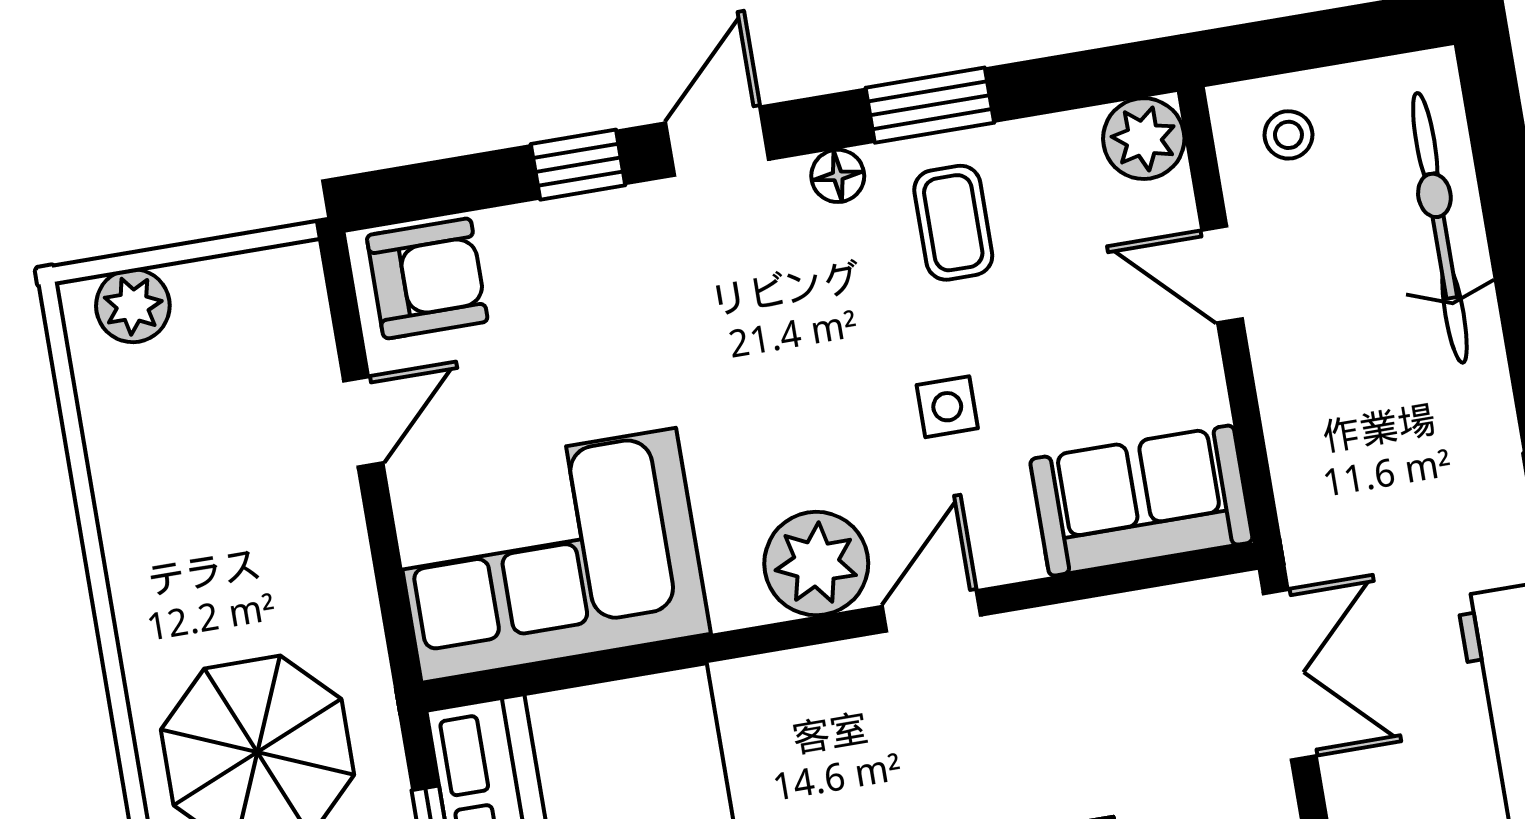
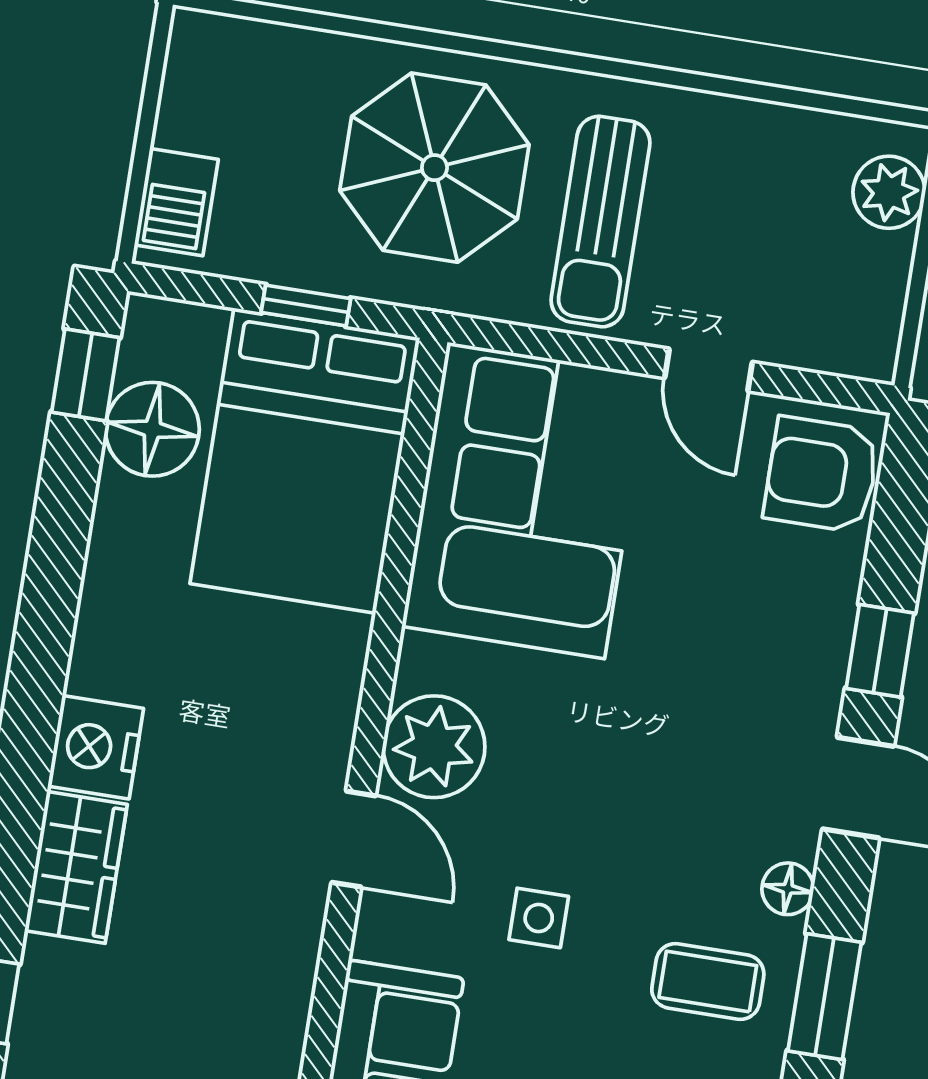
armchair: (427, 278) -> (822, 475), turned 90
sun lounger: (255, 574) -> (600, 222), added

